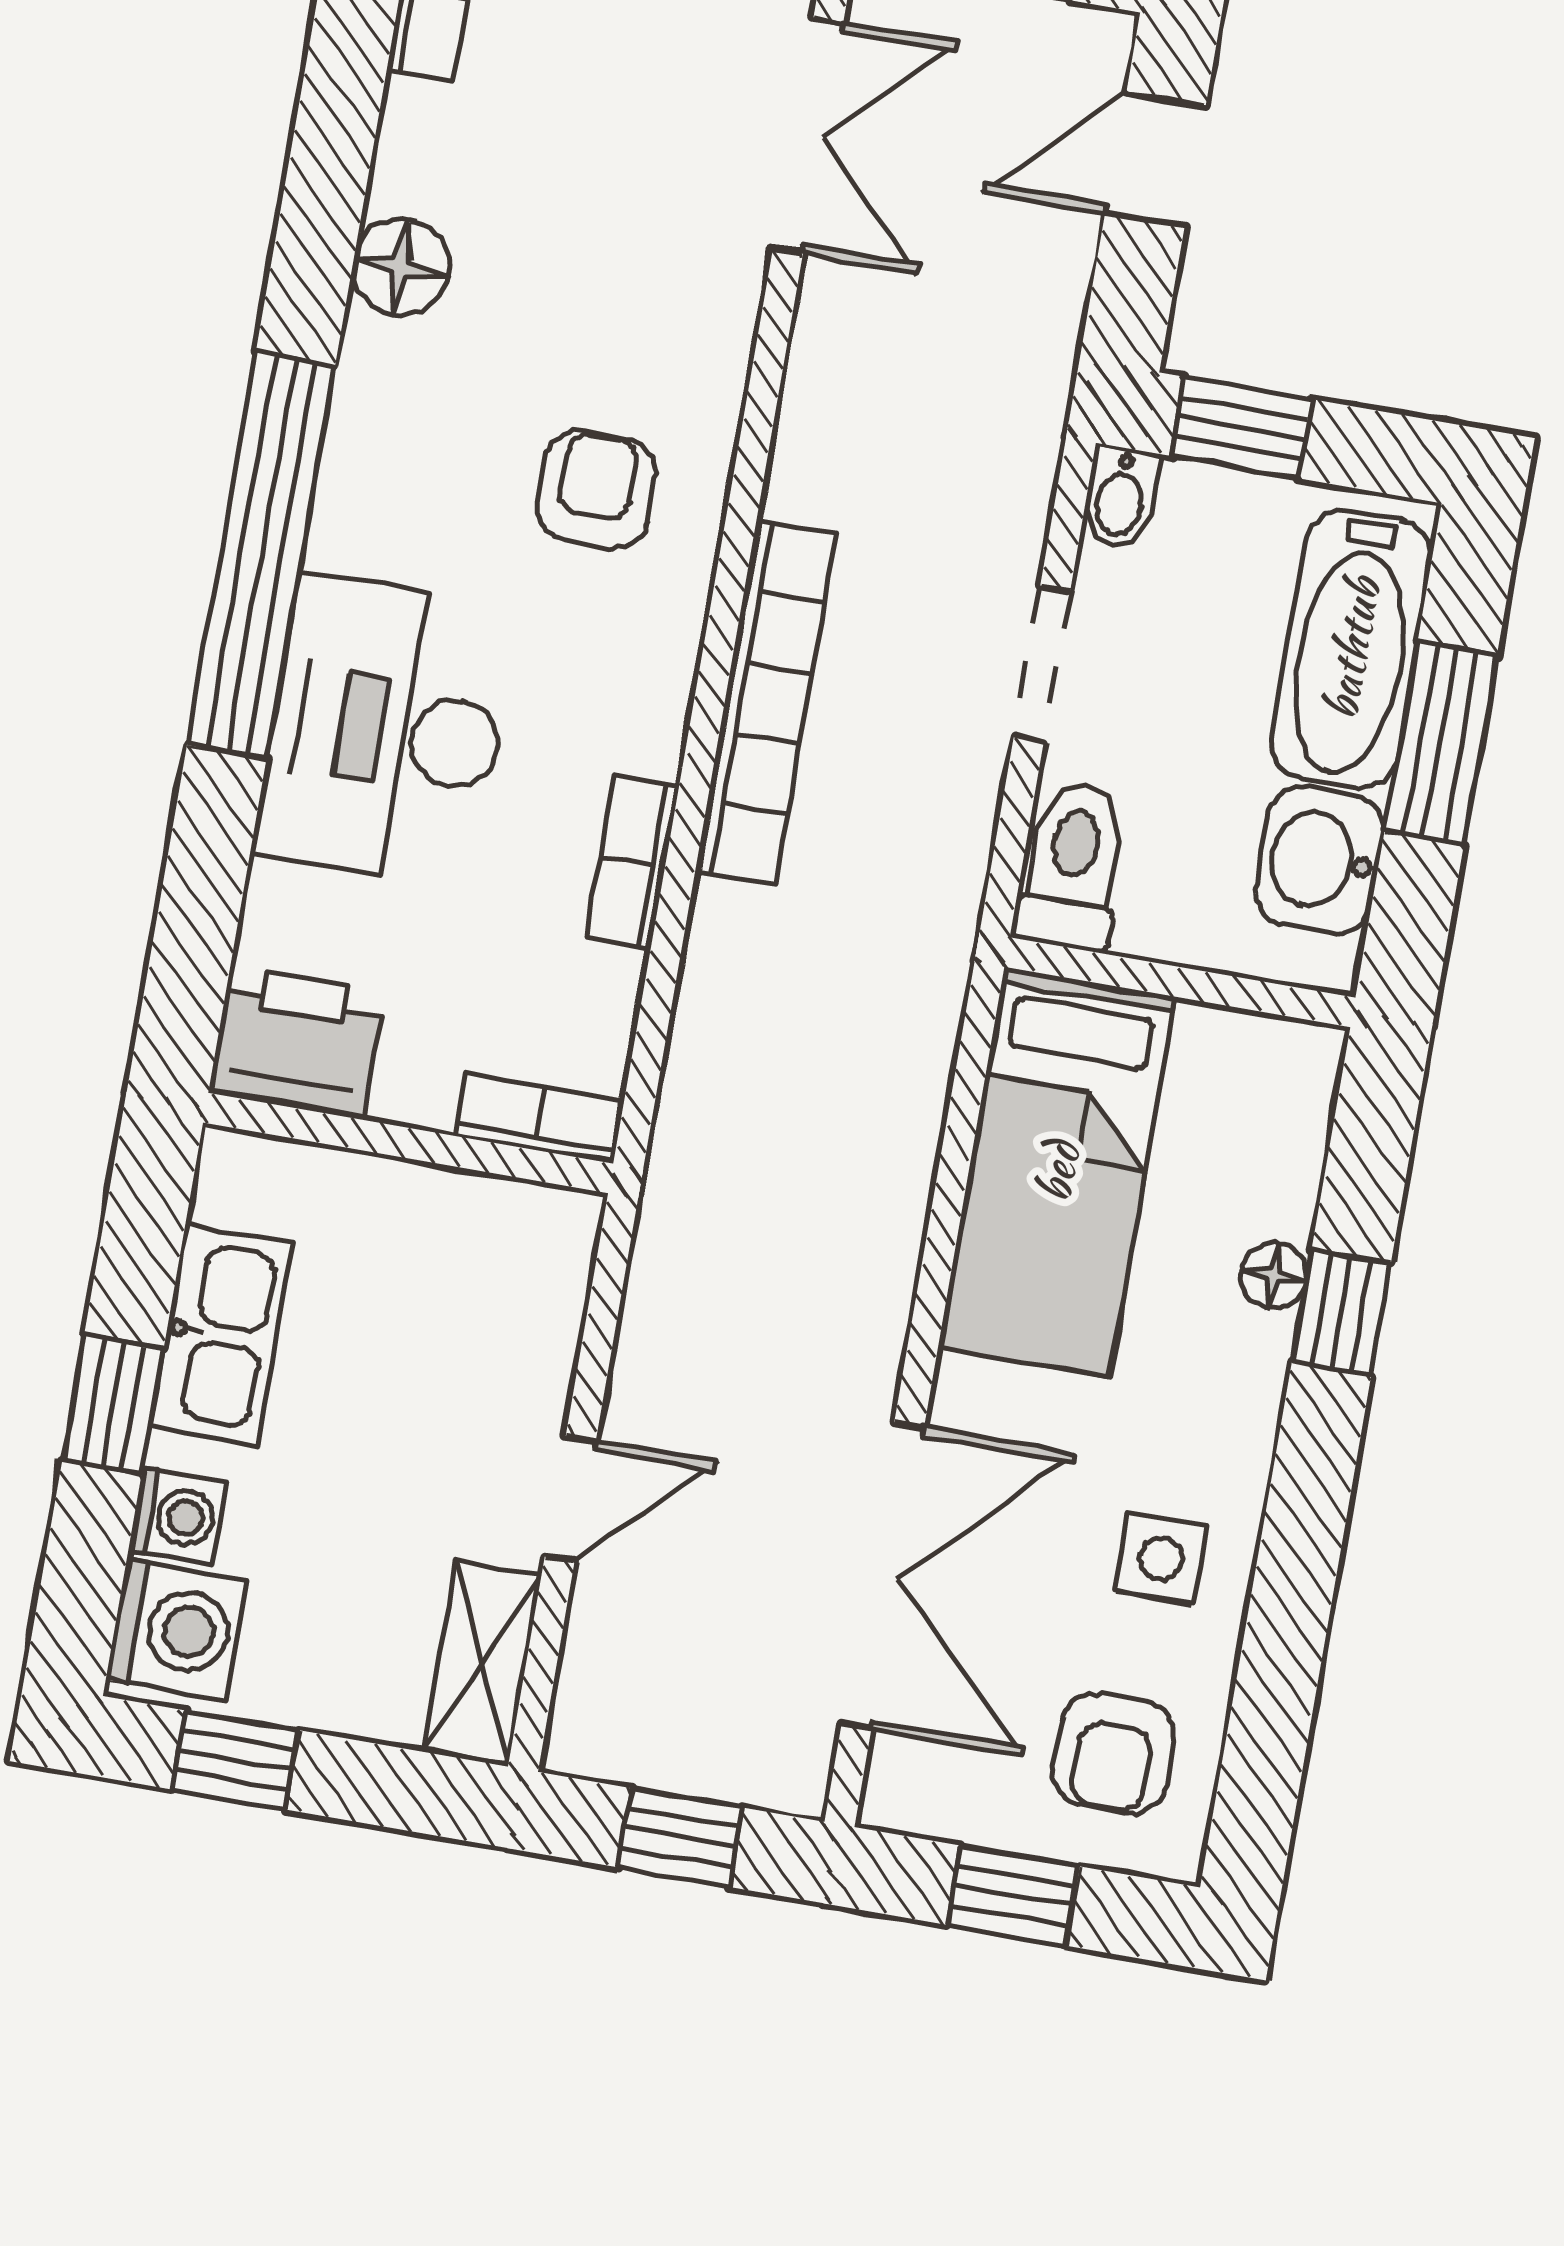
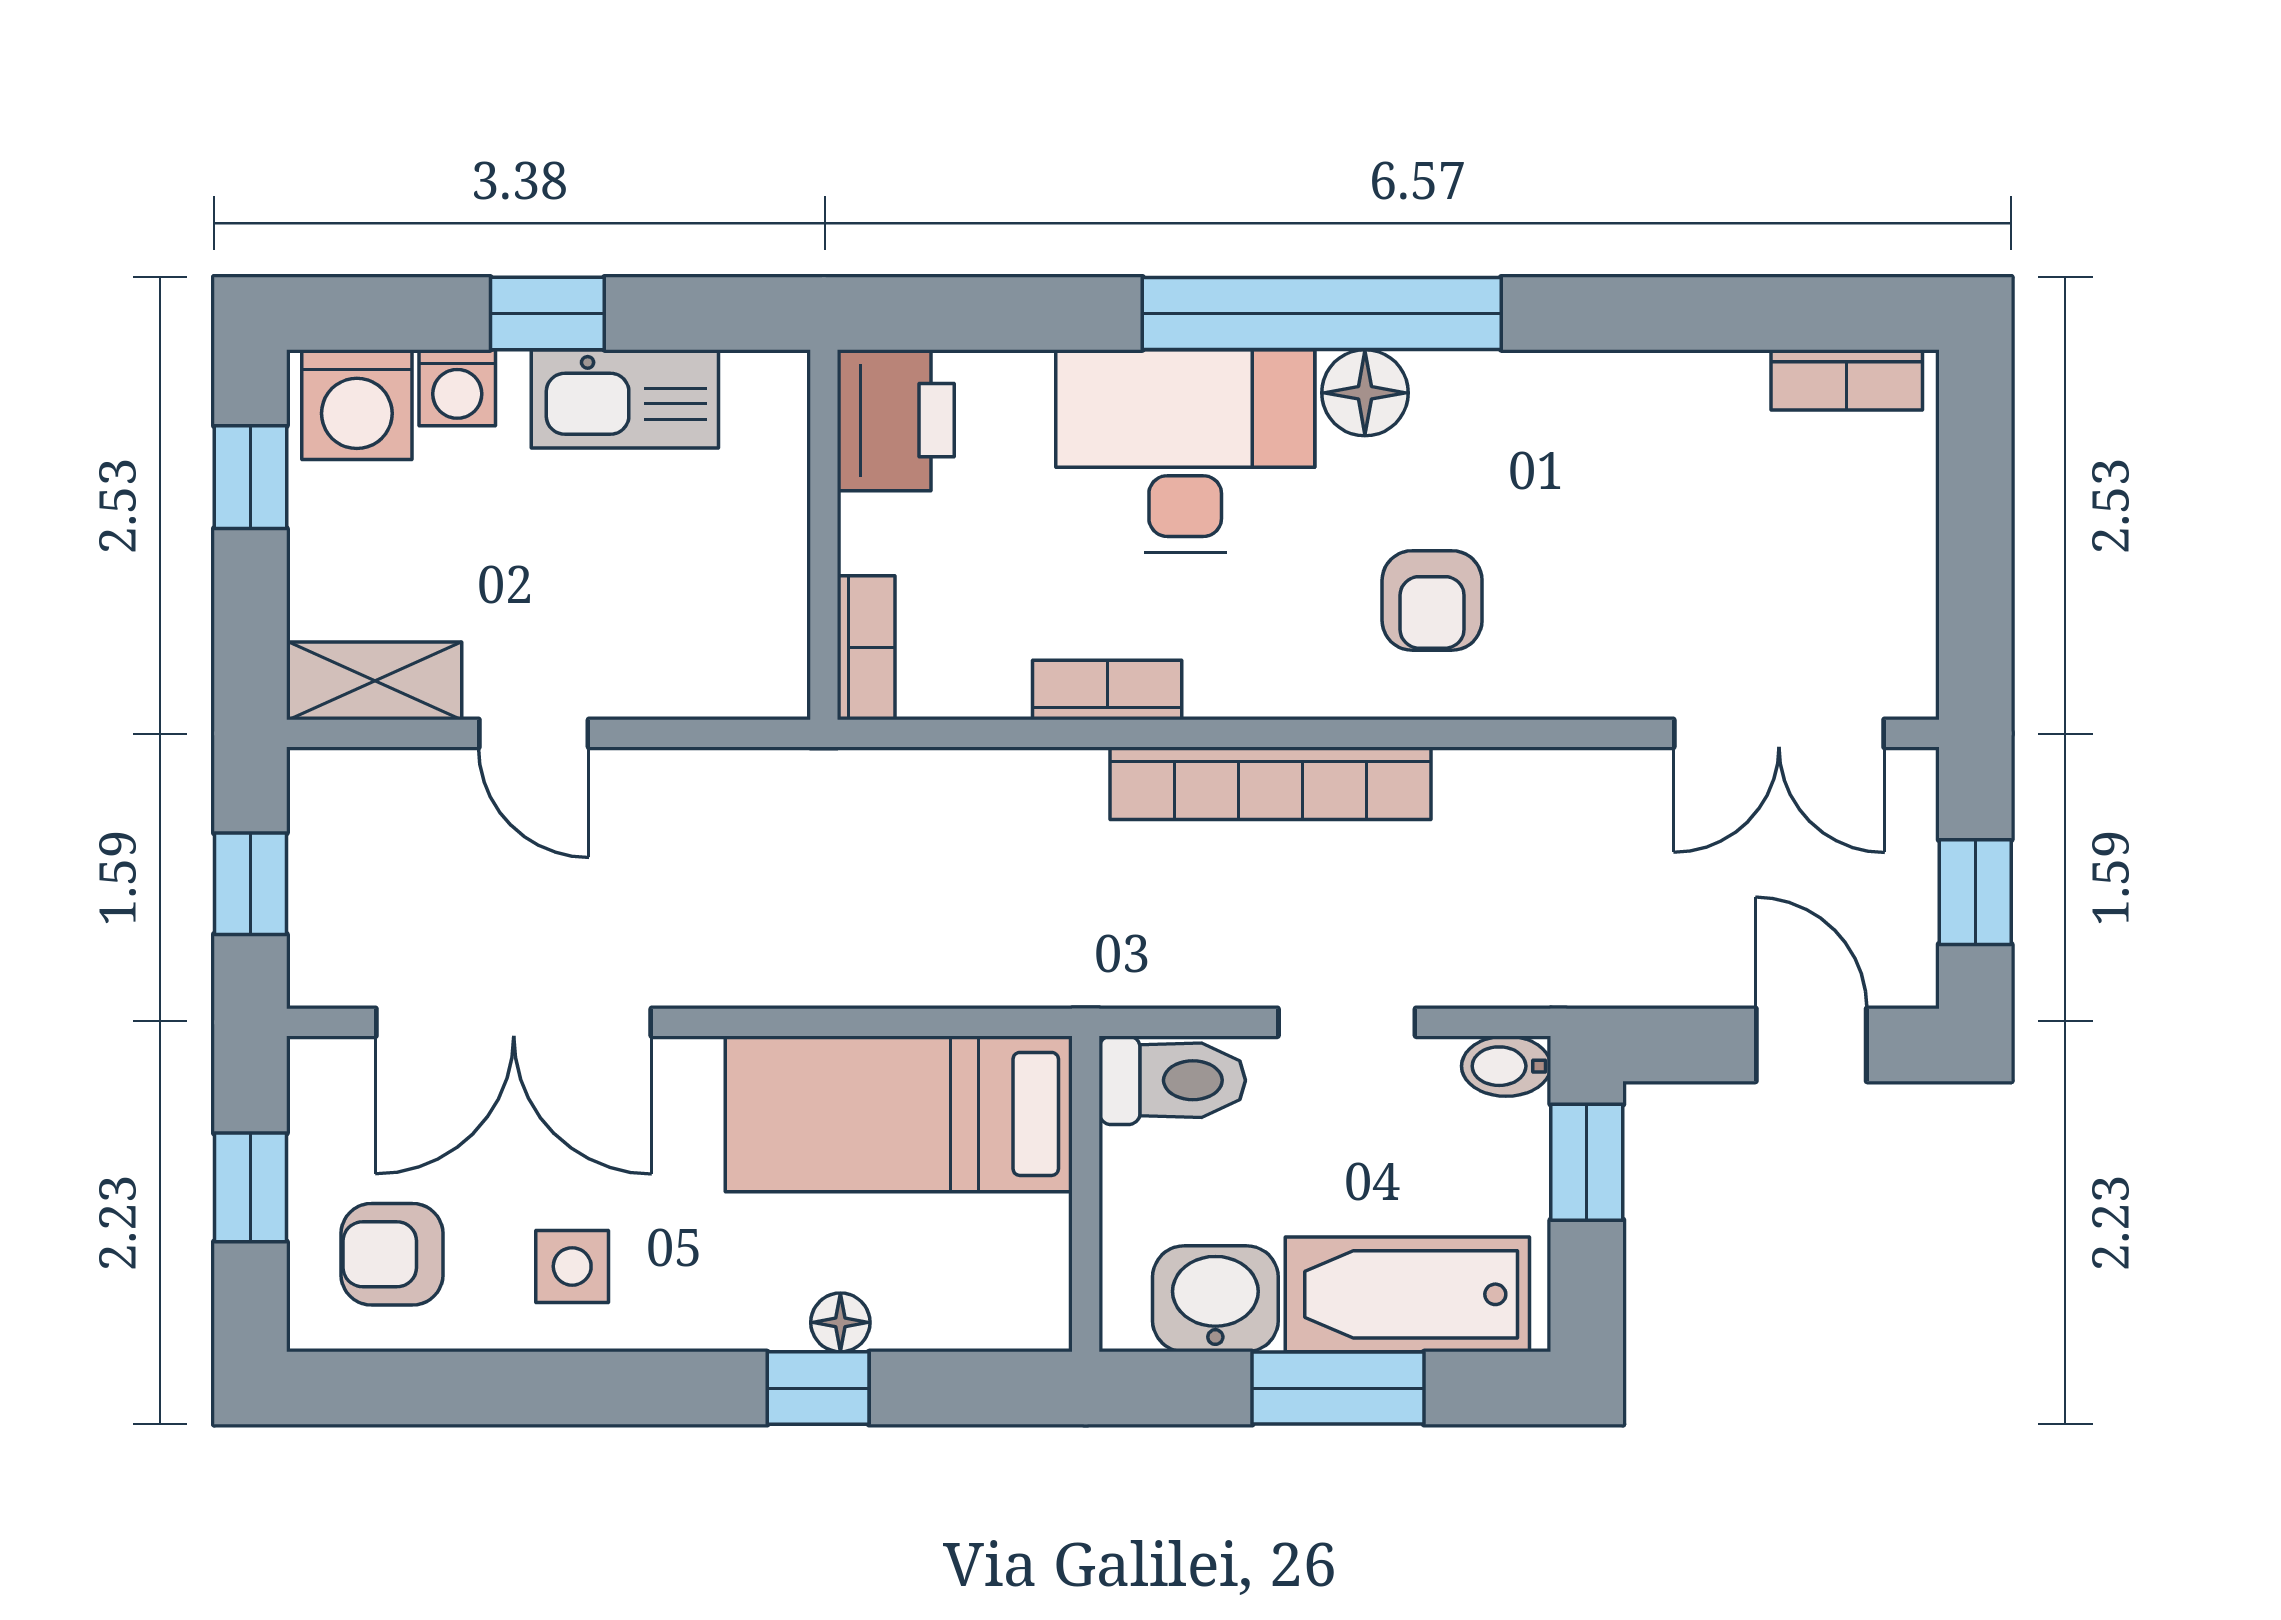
floor lamp: (401, 267) -> (1365, 393), moved
armchair: (596, 490) -> (1432, 600), turned 90

